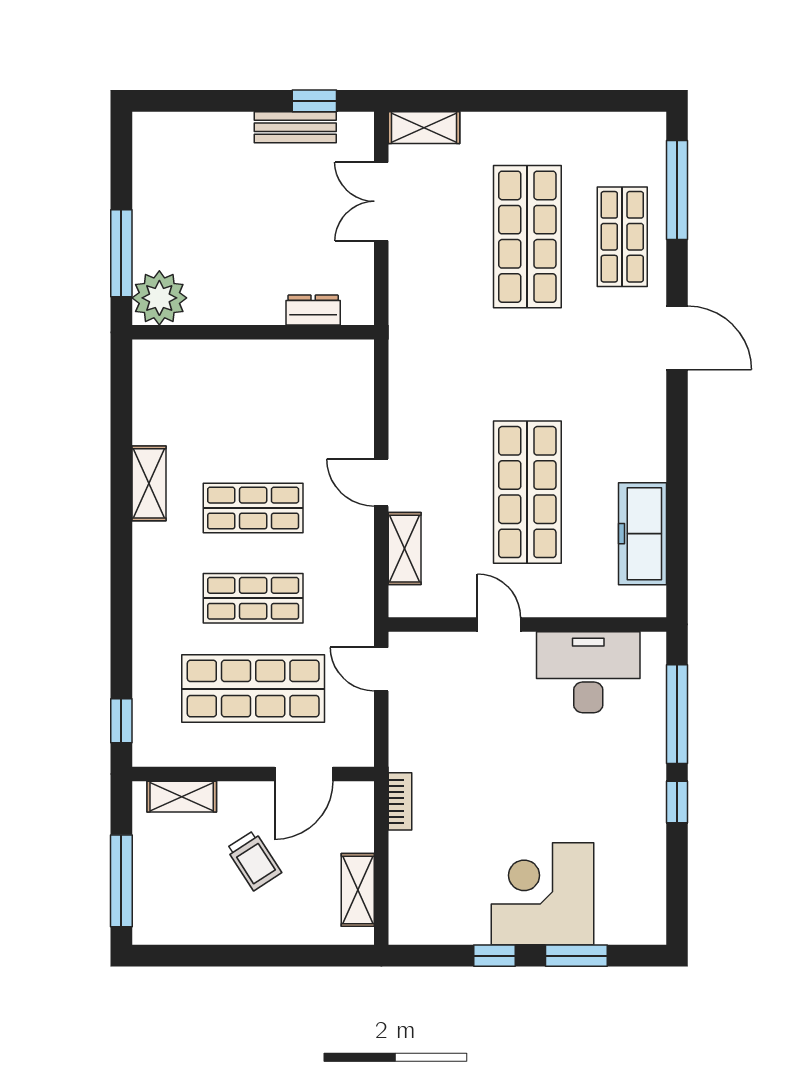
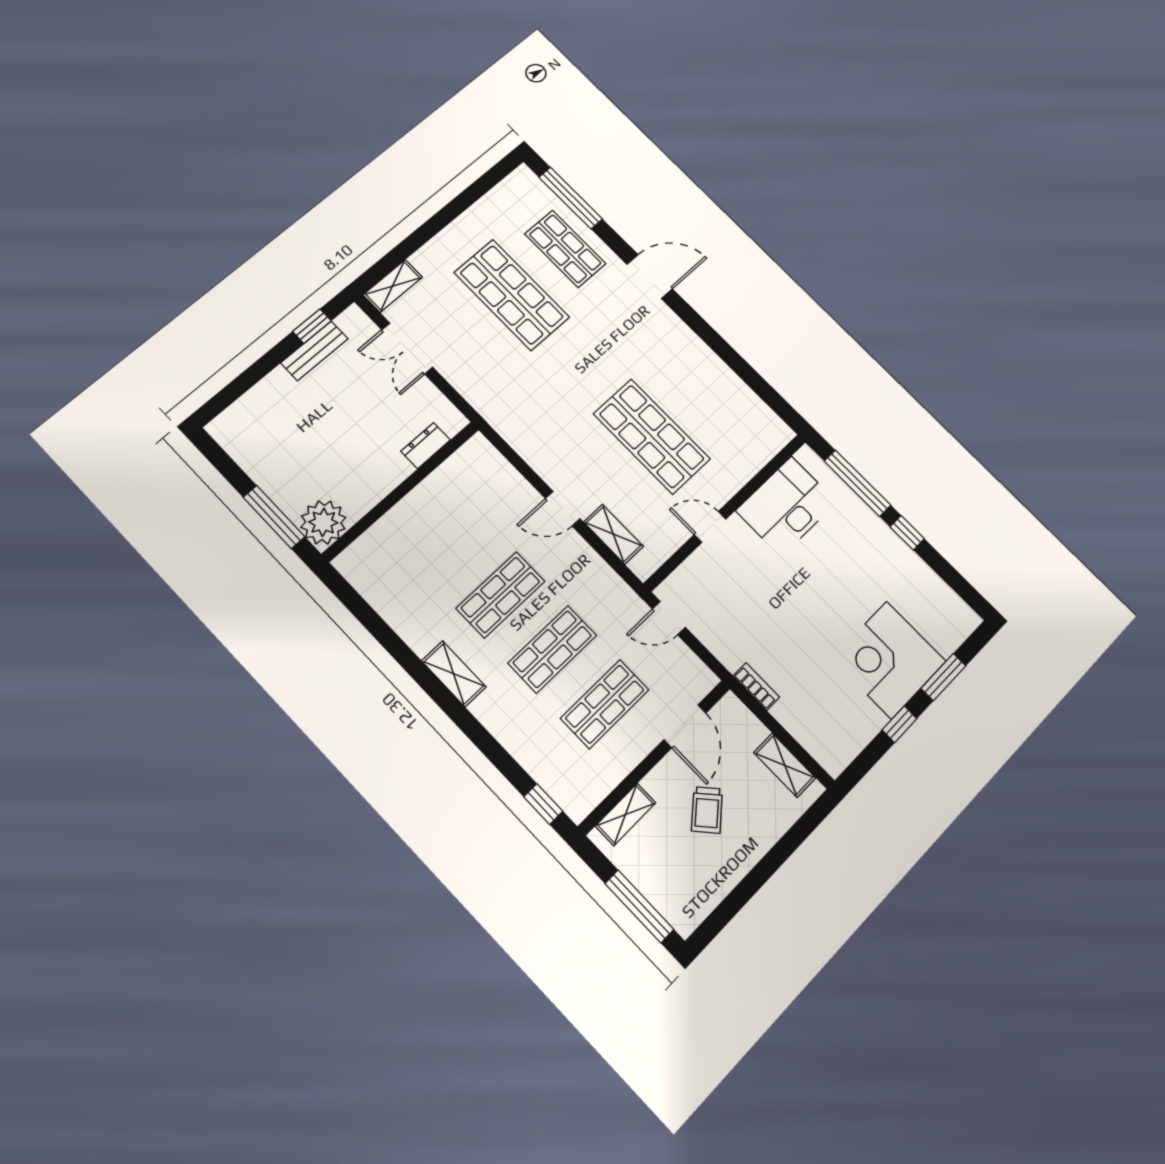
shelving: (149, 483) -> (454, 674), moved
freezer: (642, 534) -> (738, 400), removed
shop shelf: (253, 689) -> (605, 704), width x0.70, depth x0.74
trolley: (254, 861) -> (707, 810), turned 82

